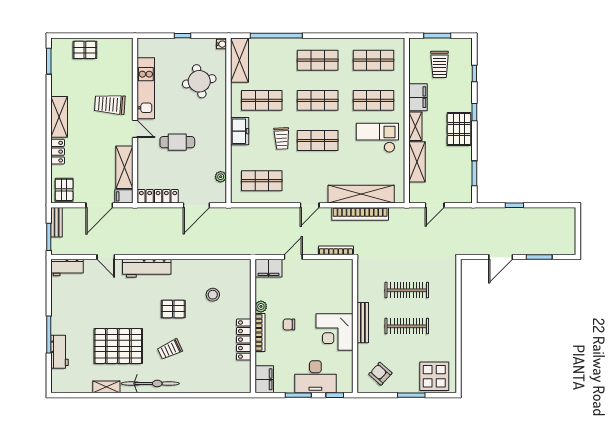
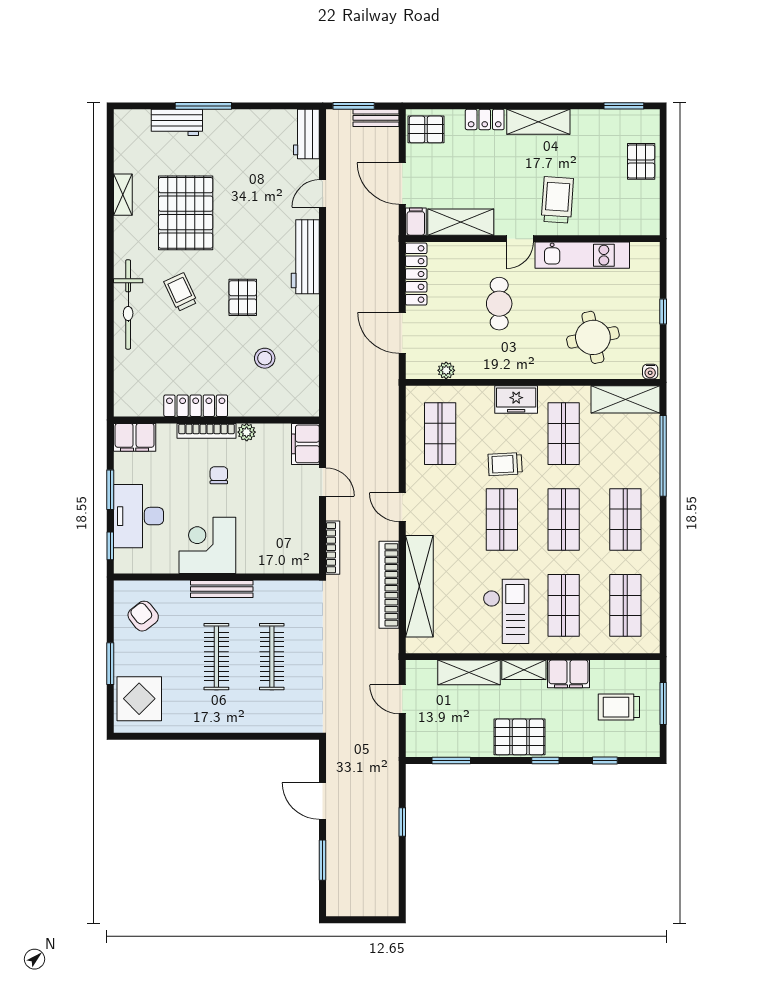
armchair: (380, 374) -> (143, 616), turned -80
bicycle: (150, 383) -> (128, 304), moved

